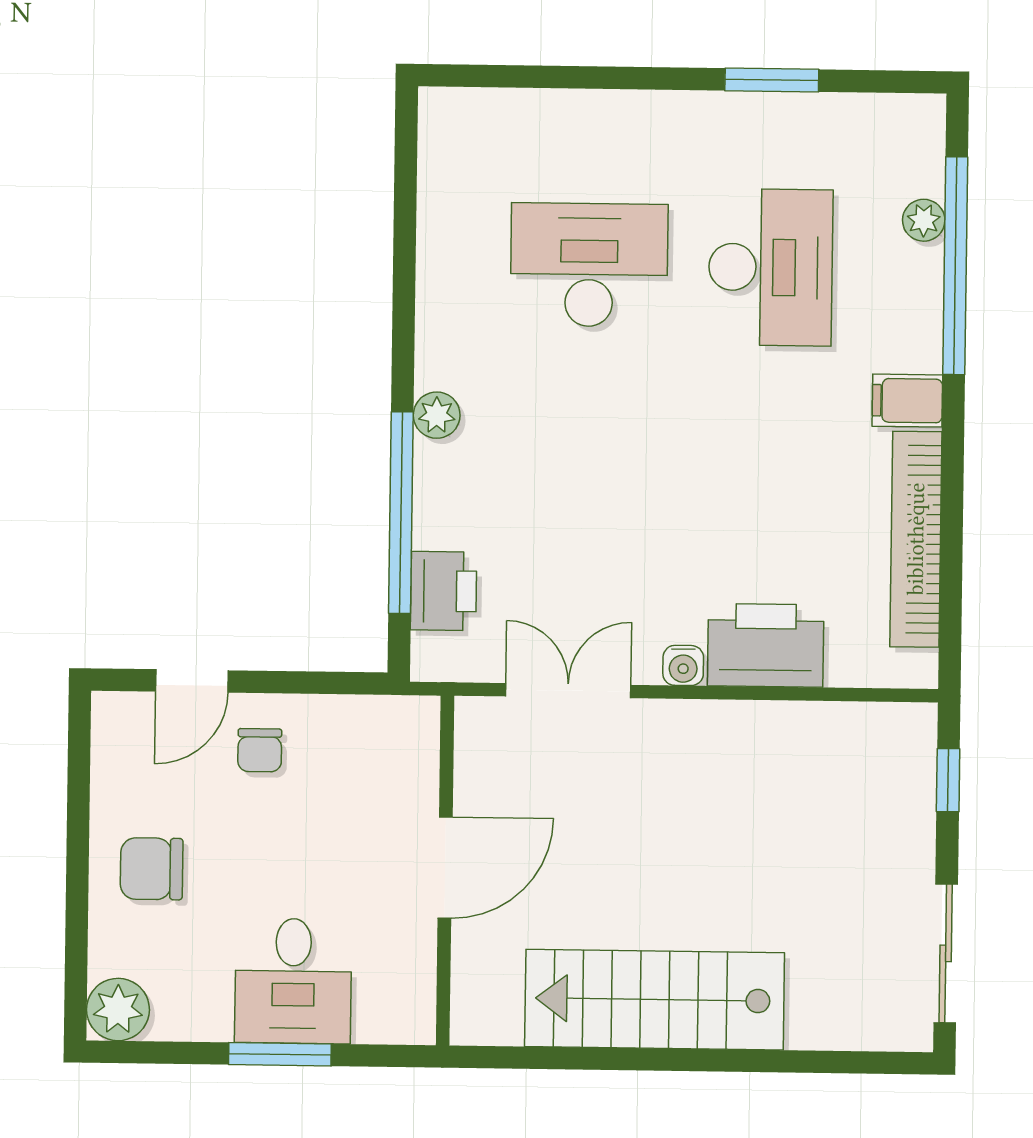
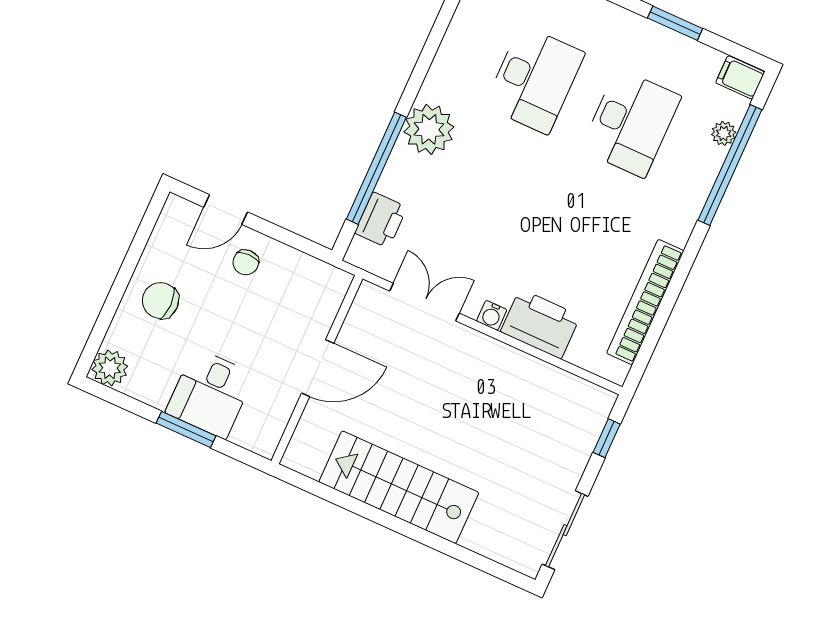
desk: (589, 265) -> (535, 80), turned 90
filing cabinet: (907, 401) -> (740, 77), moved
plant: (437, 415) -> (429, 129), width x1.88, depth x1.88

